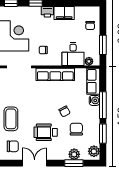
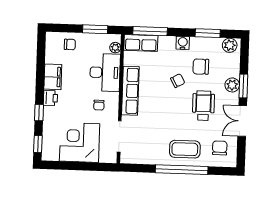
desk: (73, 54) -> (105, 72), width x1.37
water cooler: (94, 100) -> (183, 43), moved
window: (103, 105) -> (150, 31), moved
wheelchair: (46, 132) -> (203, 106), turned 180
plant: (74, 154) -> (232, 85), moved
window: (74, 163) -> (243, 86), moved

